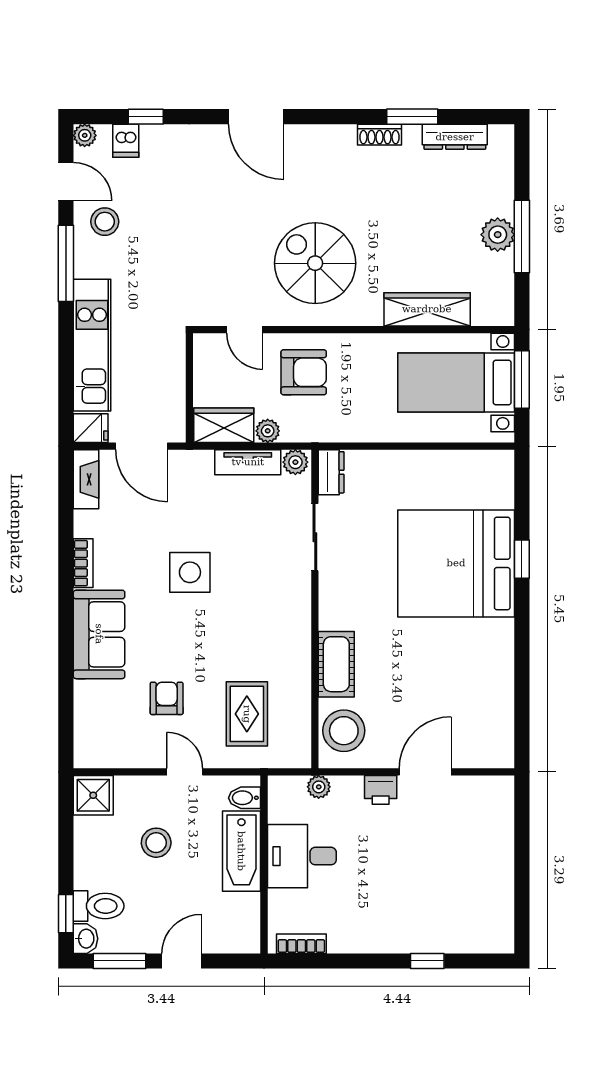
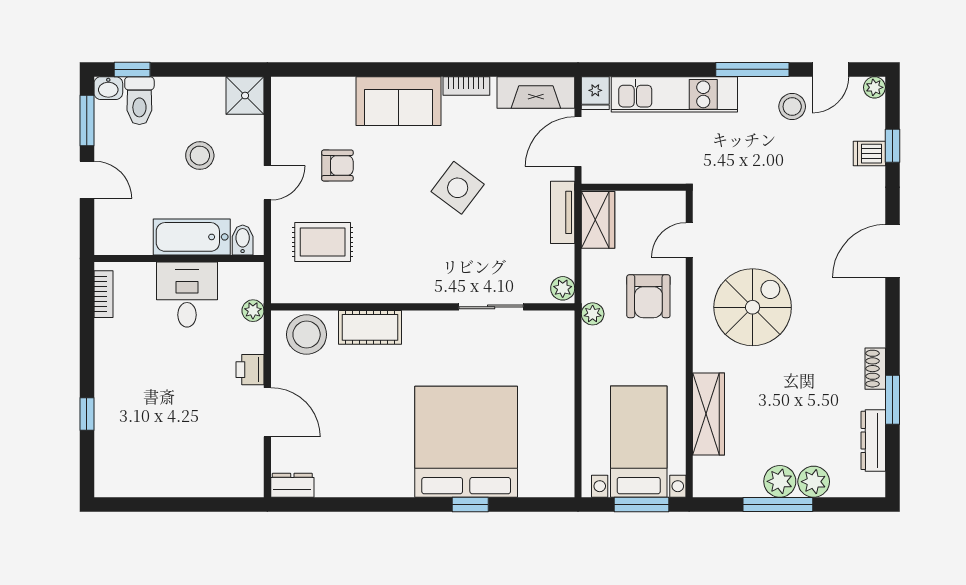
dishwasher: (126, 141) -> (869, 154), moved
plant: (498, 199) -> (814, 482), added
plant: (268, 431) -> (593, 314), moved
tv unit: (248, 462) -> (563, 212), moved
dresser: (331, 472) -> (292, 485), moved, turned 180
fireplace: (86, 479) -> (536, 93), width x1.37, depth x1.32
side table: (190, 572) -> (458, 188), turned 37

